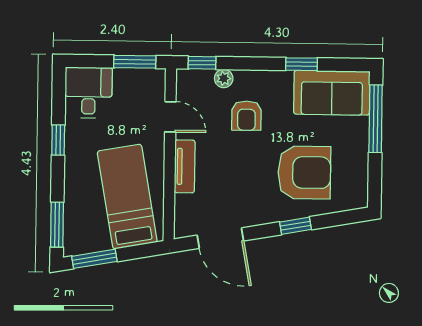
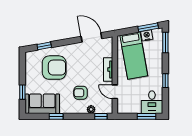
window: (135, 62) -> (147, 116), moved
armchair: (246, 116) -> (81, 93), turned -90
window: (376, 119) -> (22, 92), width x0.46
armchair: (304, 172) -> (54, 68), turned 180
window: (295, 226) -> (44, 46), moved
nightstand: (98, 241) -> (147, 35), added

